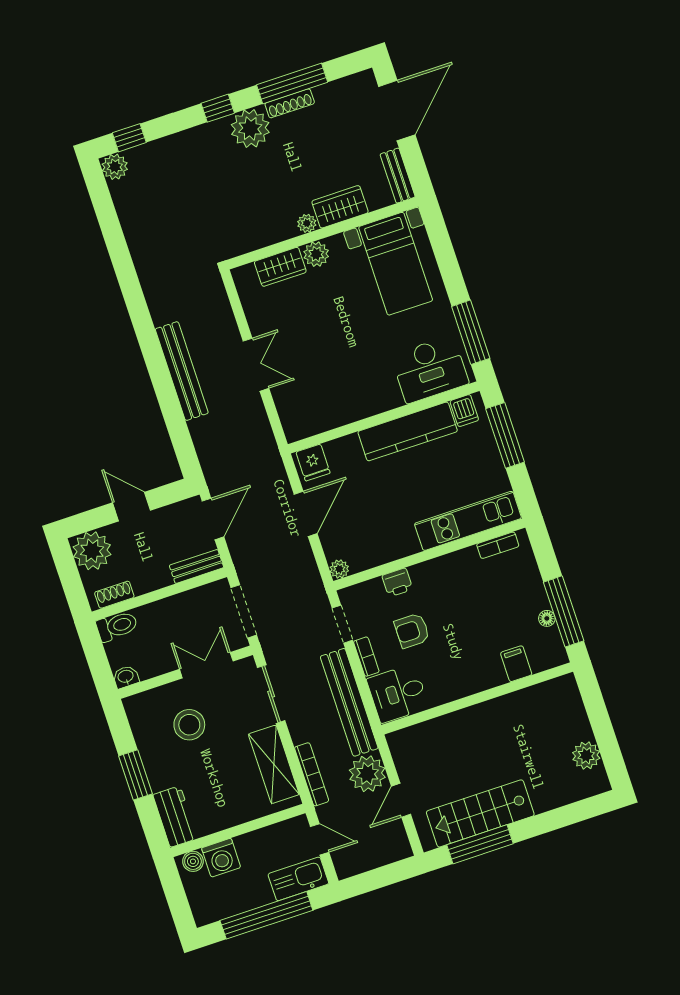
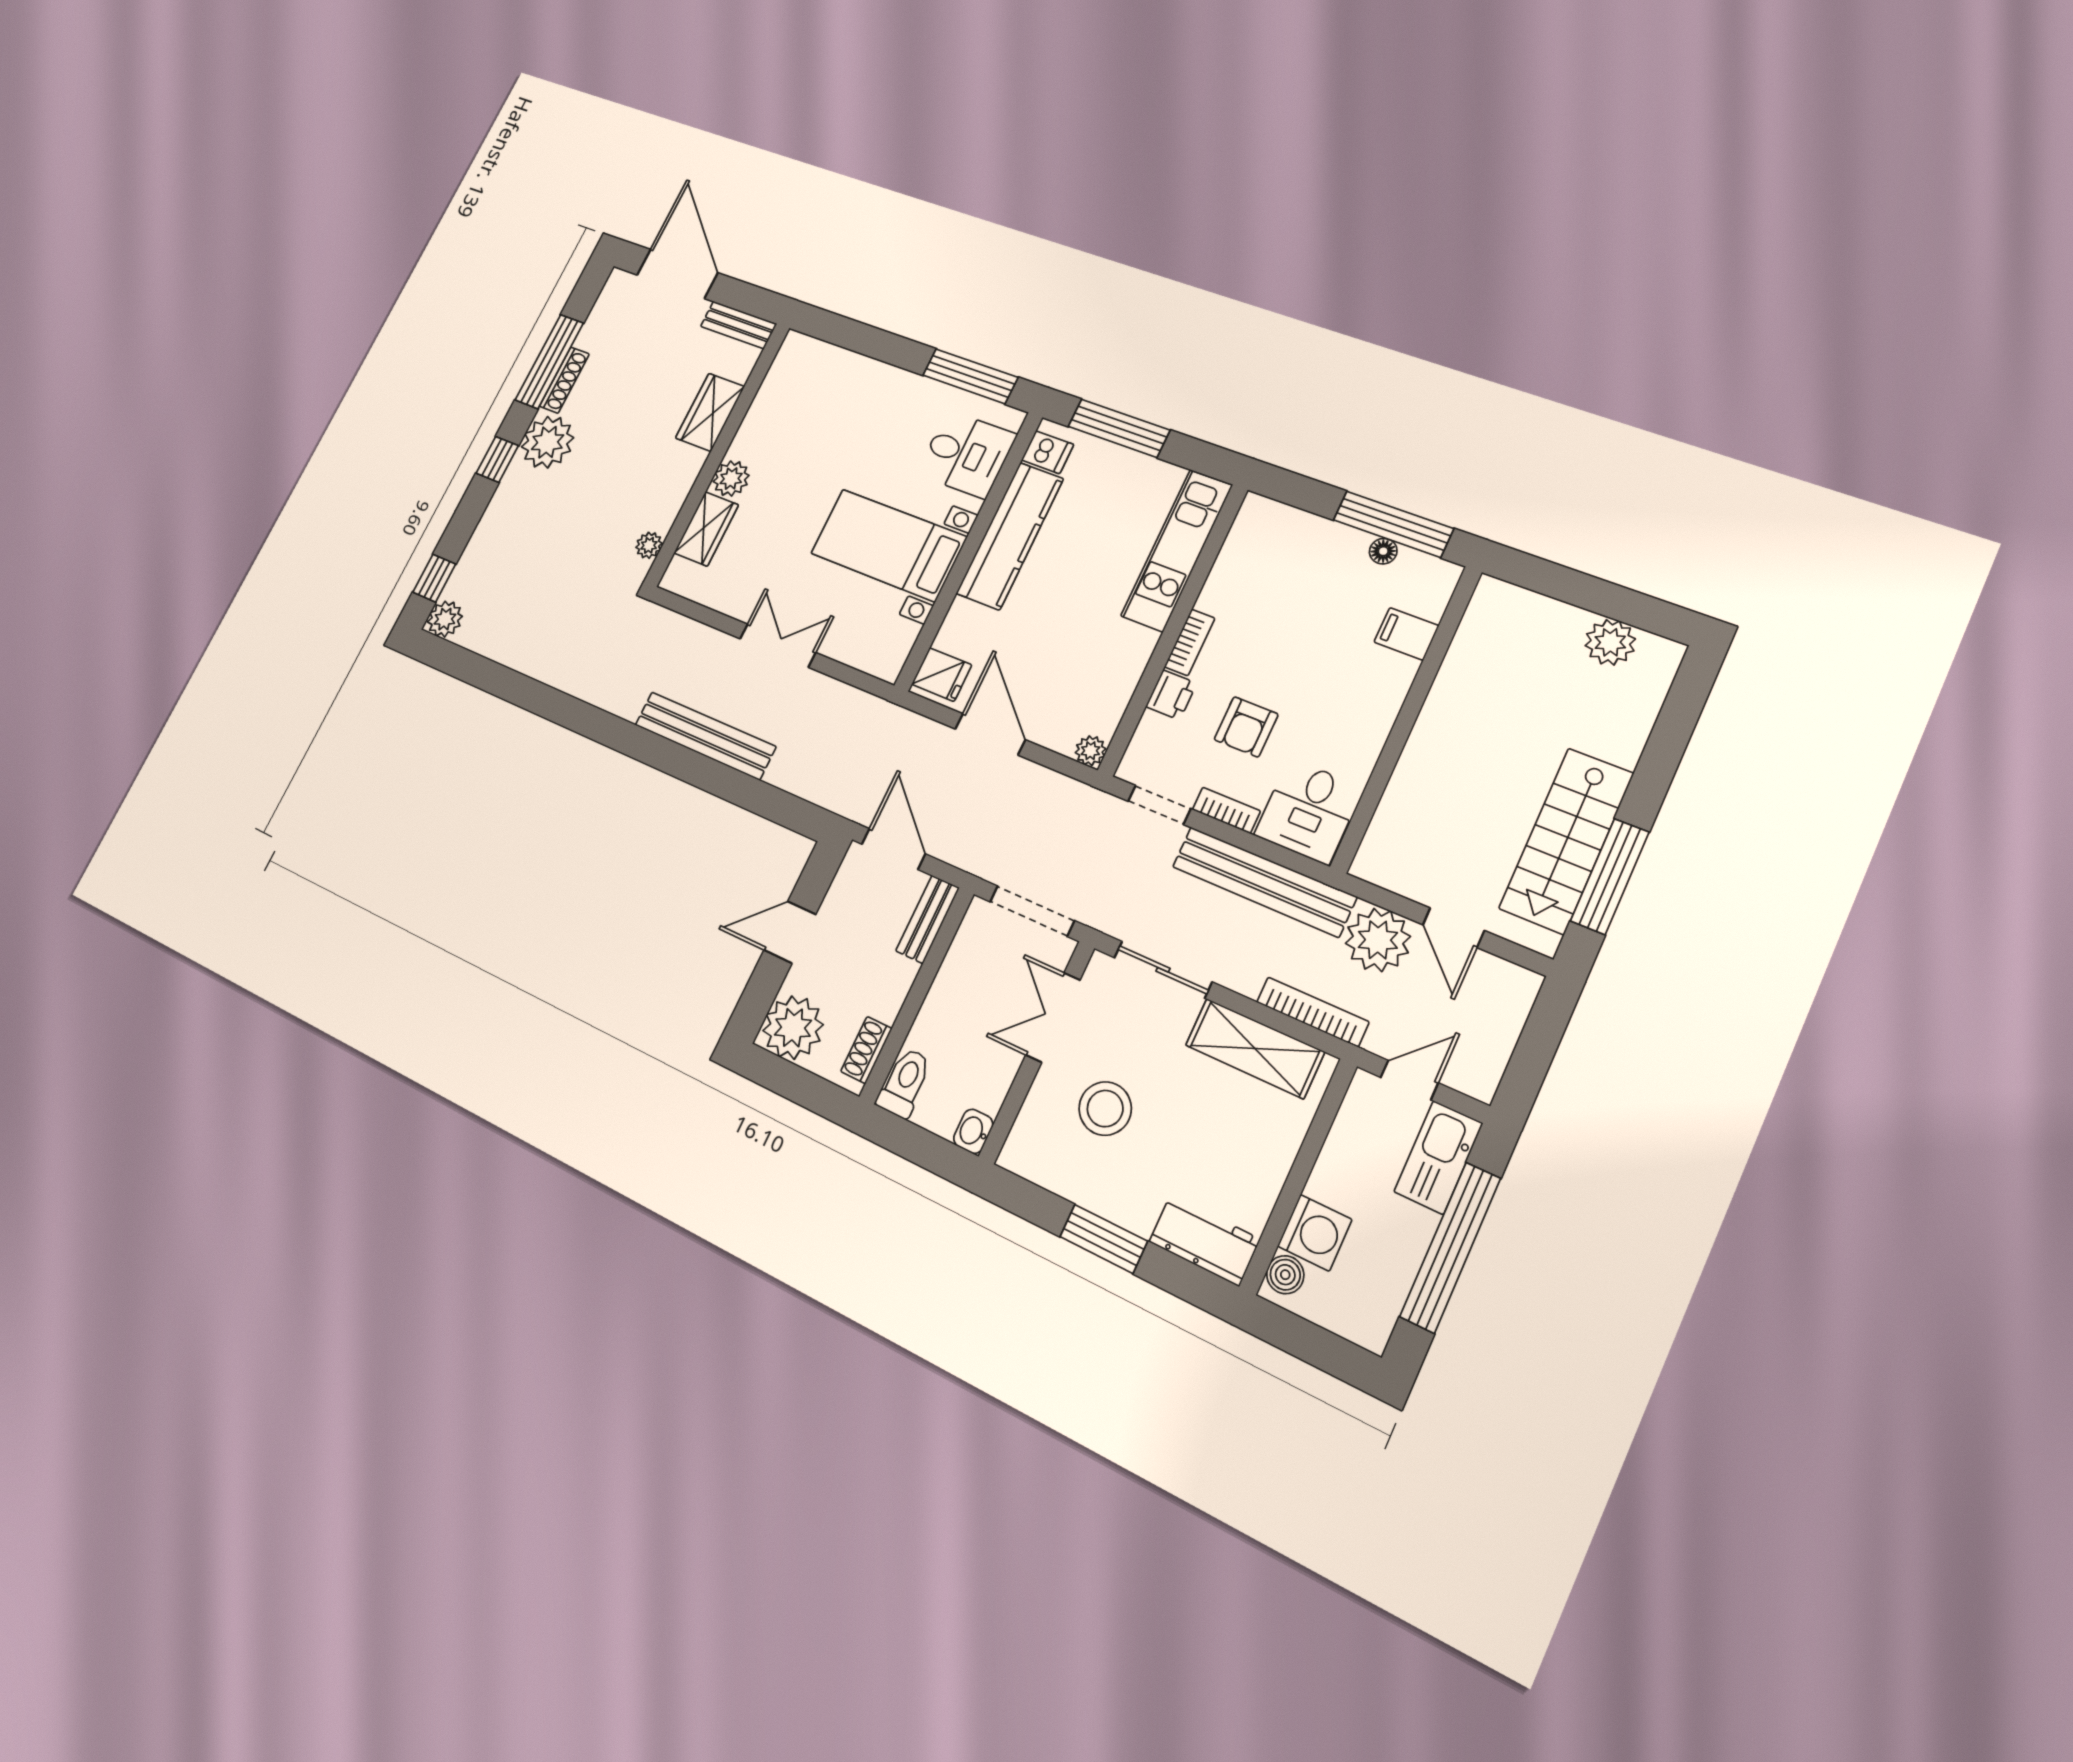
plant: (307, 223) -> (649, 545), moved
bed with nightstands: (396, 264) -> (888, 545), moved, turned 180
desk: (430, 369) -> (966, 454), width x0.73
bookcase: (498, 545) -> (1190, 642), moved

